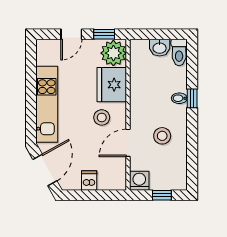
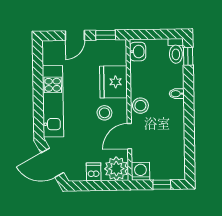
washbasin: (160, 48) -> (138, 52), moved, turned -90
plant: (113, 53) -> (116, 169), moved
window: (192, 98) -> (188, 56), moved
stool: (162, 136) -> (140, 106), moved
door: (45, 170) -> (52, 163), swing flipped

